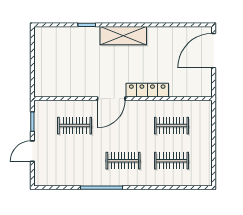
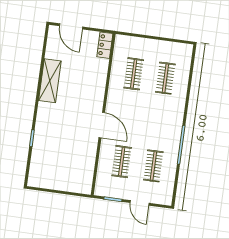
shelving: (123, 36) -> (50, 81), moved
door: (214, 51) -> (71, 26), width x0.73
locker: (147, 90) -> (105, 45), moved, width x0.66
clothes rail: (123, 161) -> (153, 166), moved

